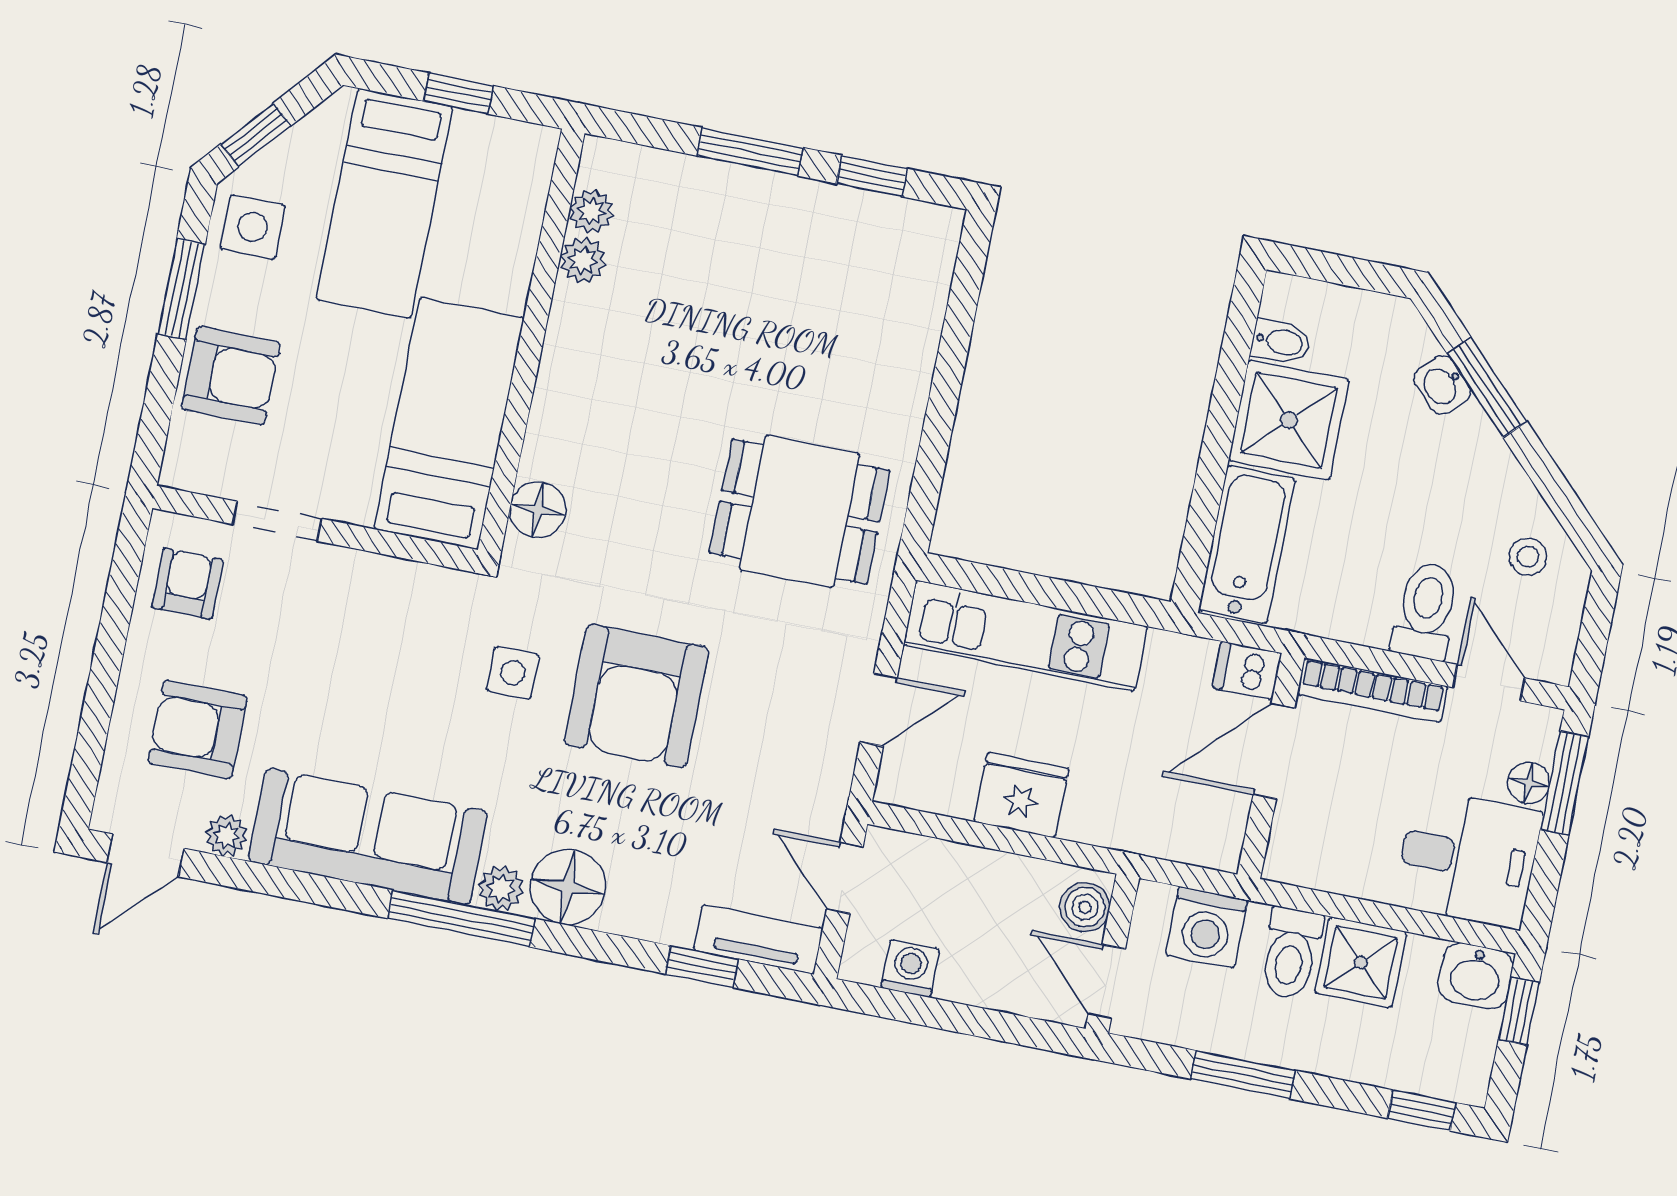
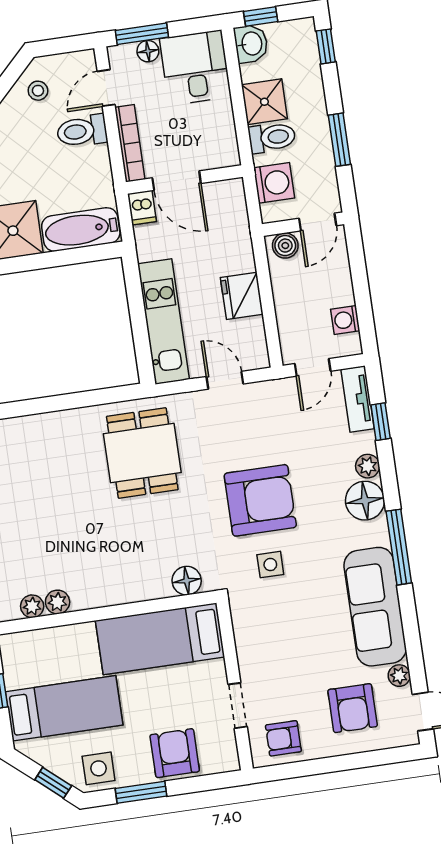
plant: (501, 888) -> (368, 466), moved

